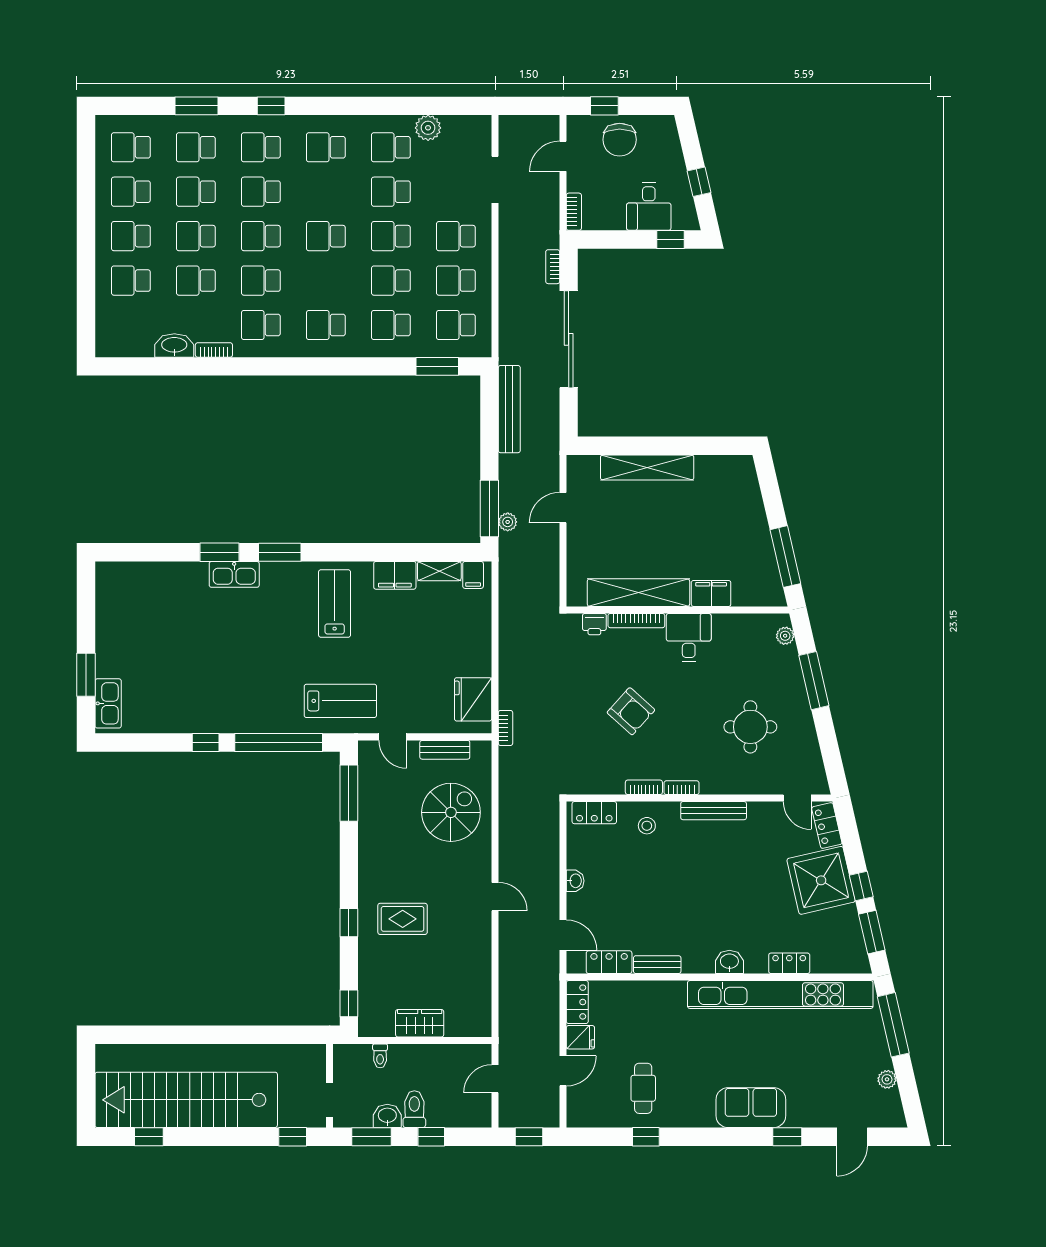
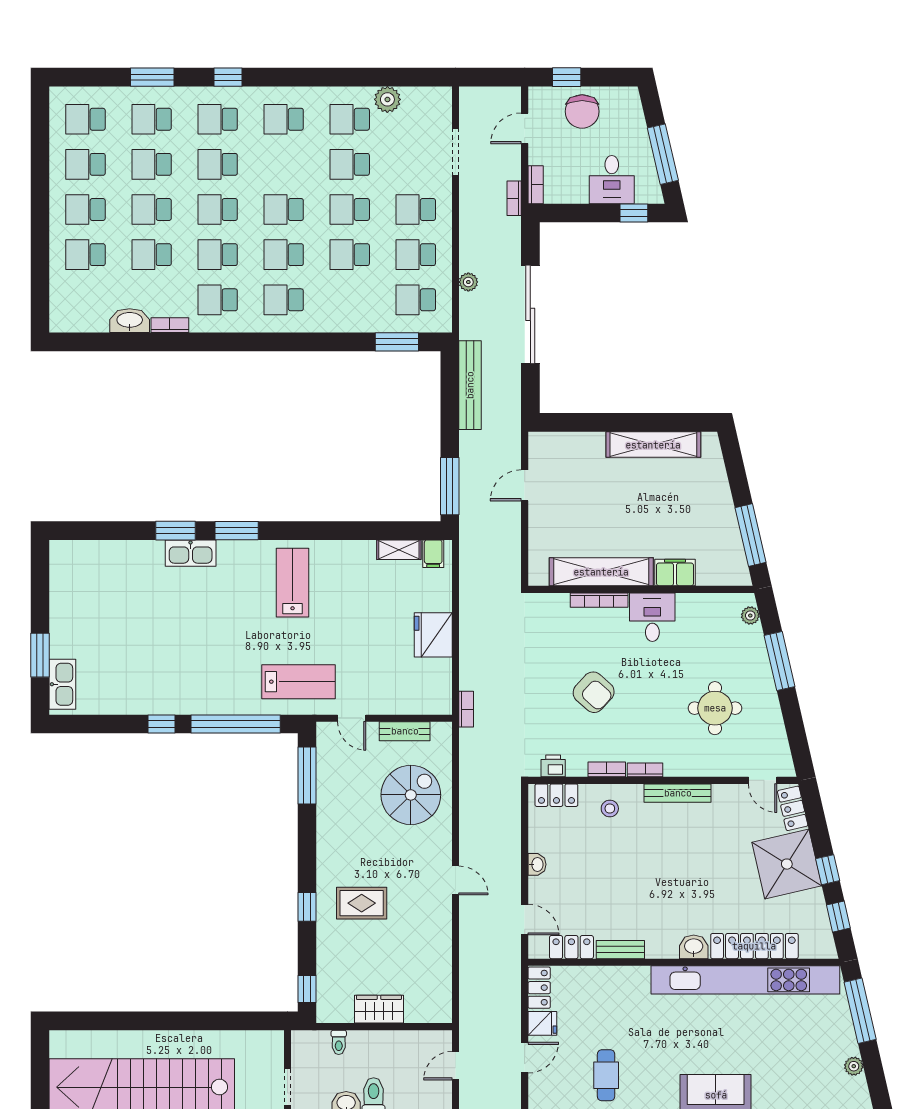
window: (699, 182) -> (663, 154), width x2.17
bookcase: (553, 267) -> (514, 198), moved
school desk: (391, 325) -> (284, 255), moved
shelving: (647, 467) -> (653, 445), moved
plant: (508, 522) -> (468, 282), moved
filing cabinet: (395, 575) -> (354, 554), removed
printer: (594, 624) -> (553, 766), moved, turned 180
fridge: (473, 699) -> (433, 635), moved
window: (872, 932) -> (838, 917), width x0.67
locker: (789, 963) -> (754, 946), width x2.16, depth x1.21

